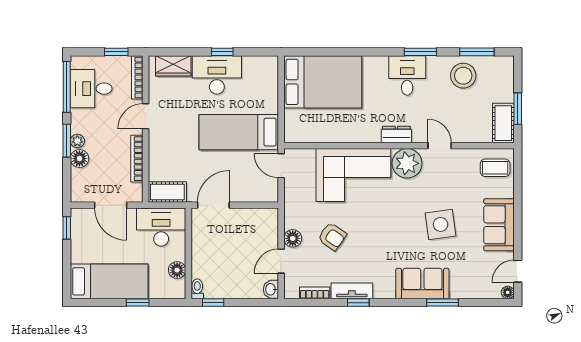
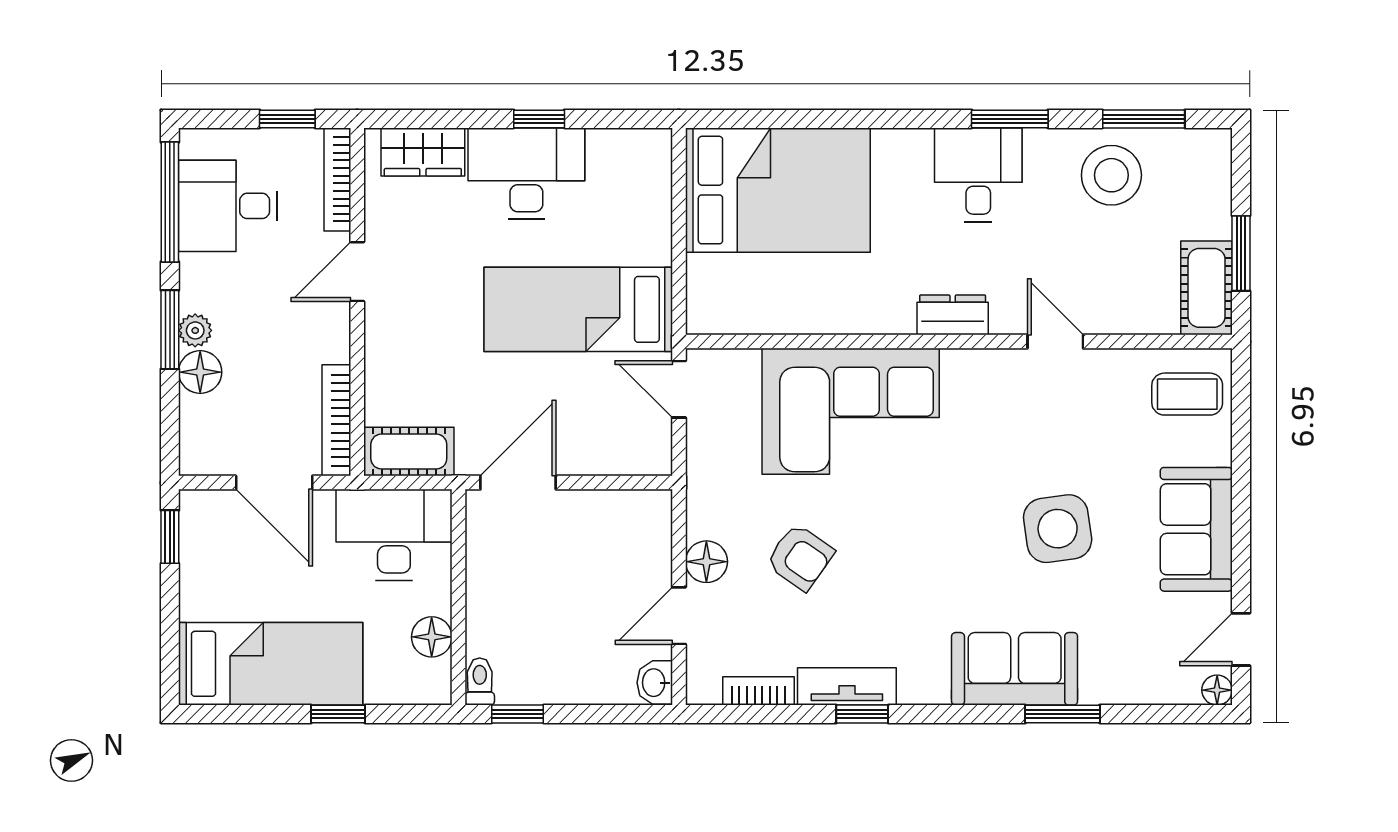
bookcase: (137, 159) -> (336, 420), moved
plant: (407, 163) -> (978, 383), removed

